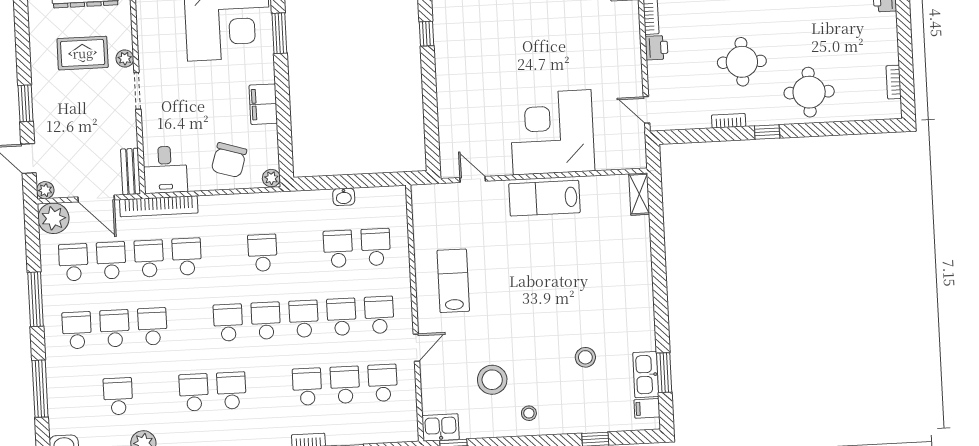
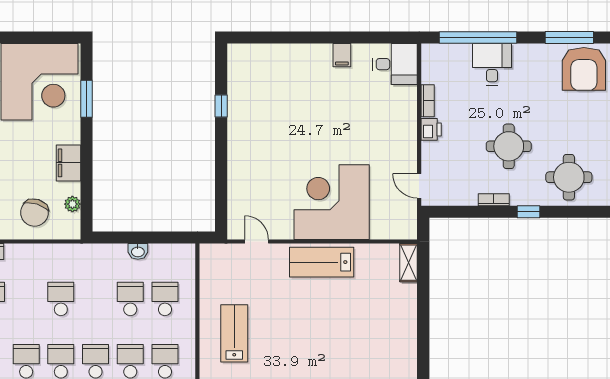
plant: (271, 178) -> (72, 204), moved

